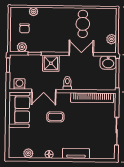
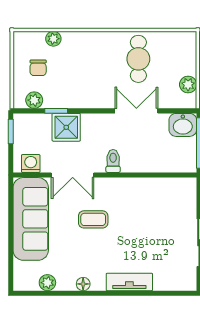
shower: (51, 63) -> (66, 127), moved
bookcase: (92, 98) -> (156, 186), removed
sofa: (19, 110) -> (31, 219), width x1.36

